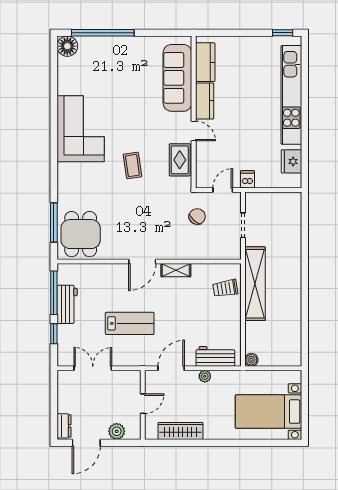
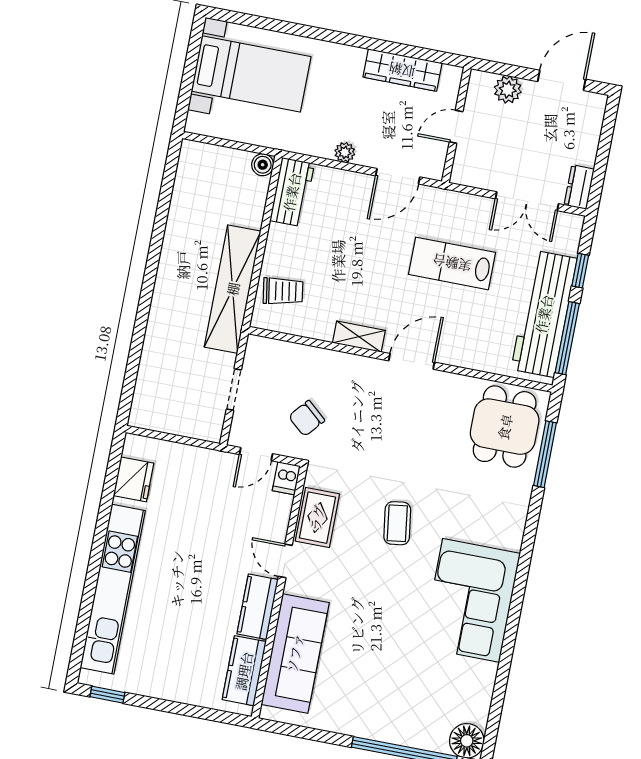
dishwasher: (247, 179) -> (286, 478), moved
workbench: (67, 304) -> (544, 314), width x1.88, depth x1.32
workbench: (215, 356) -> (292, 192), moved, turned -90
dresser: (64, 426) -> (579, 187), moved

